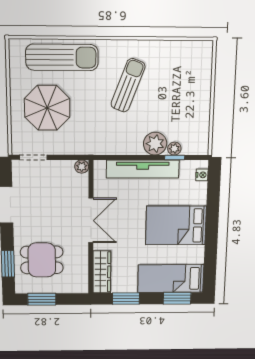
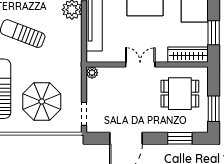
double door: (91, 221) -> (140, 65), width x0.73
dining table: (42, 260) -> (180, 94), moved, turned 90

